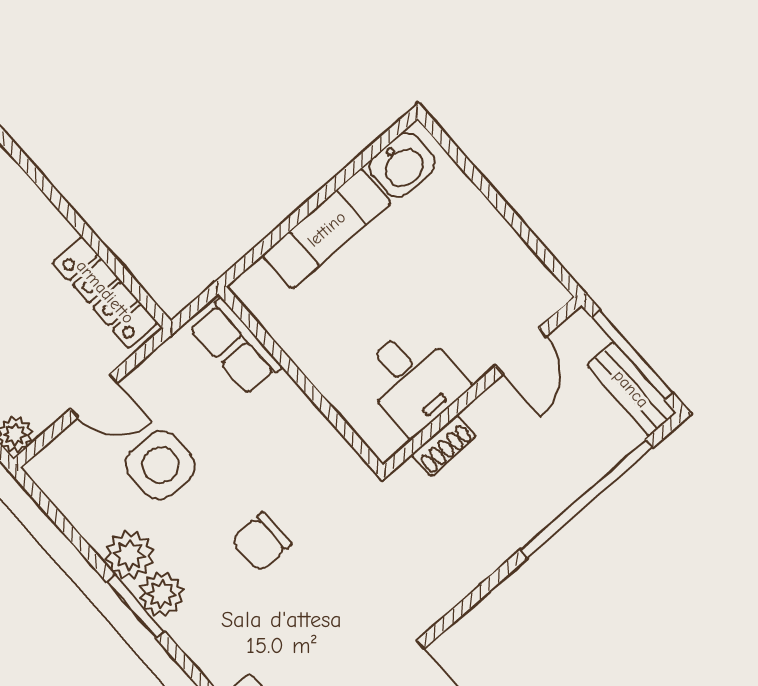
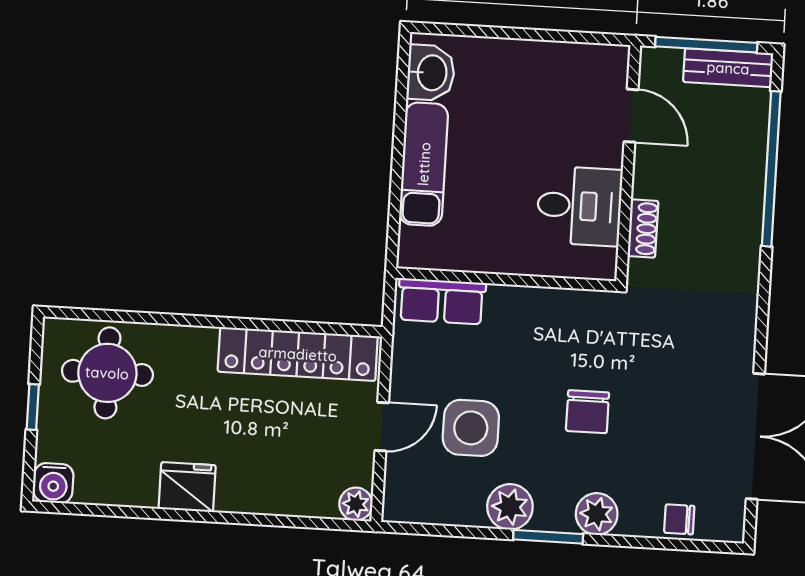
locker: (105, 292) -> (298, 354), width x1.41, depth x1.21
plant: (161, 594) -> (597, 514), moved

